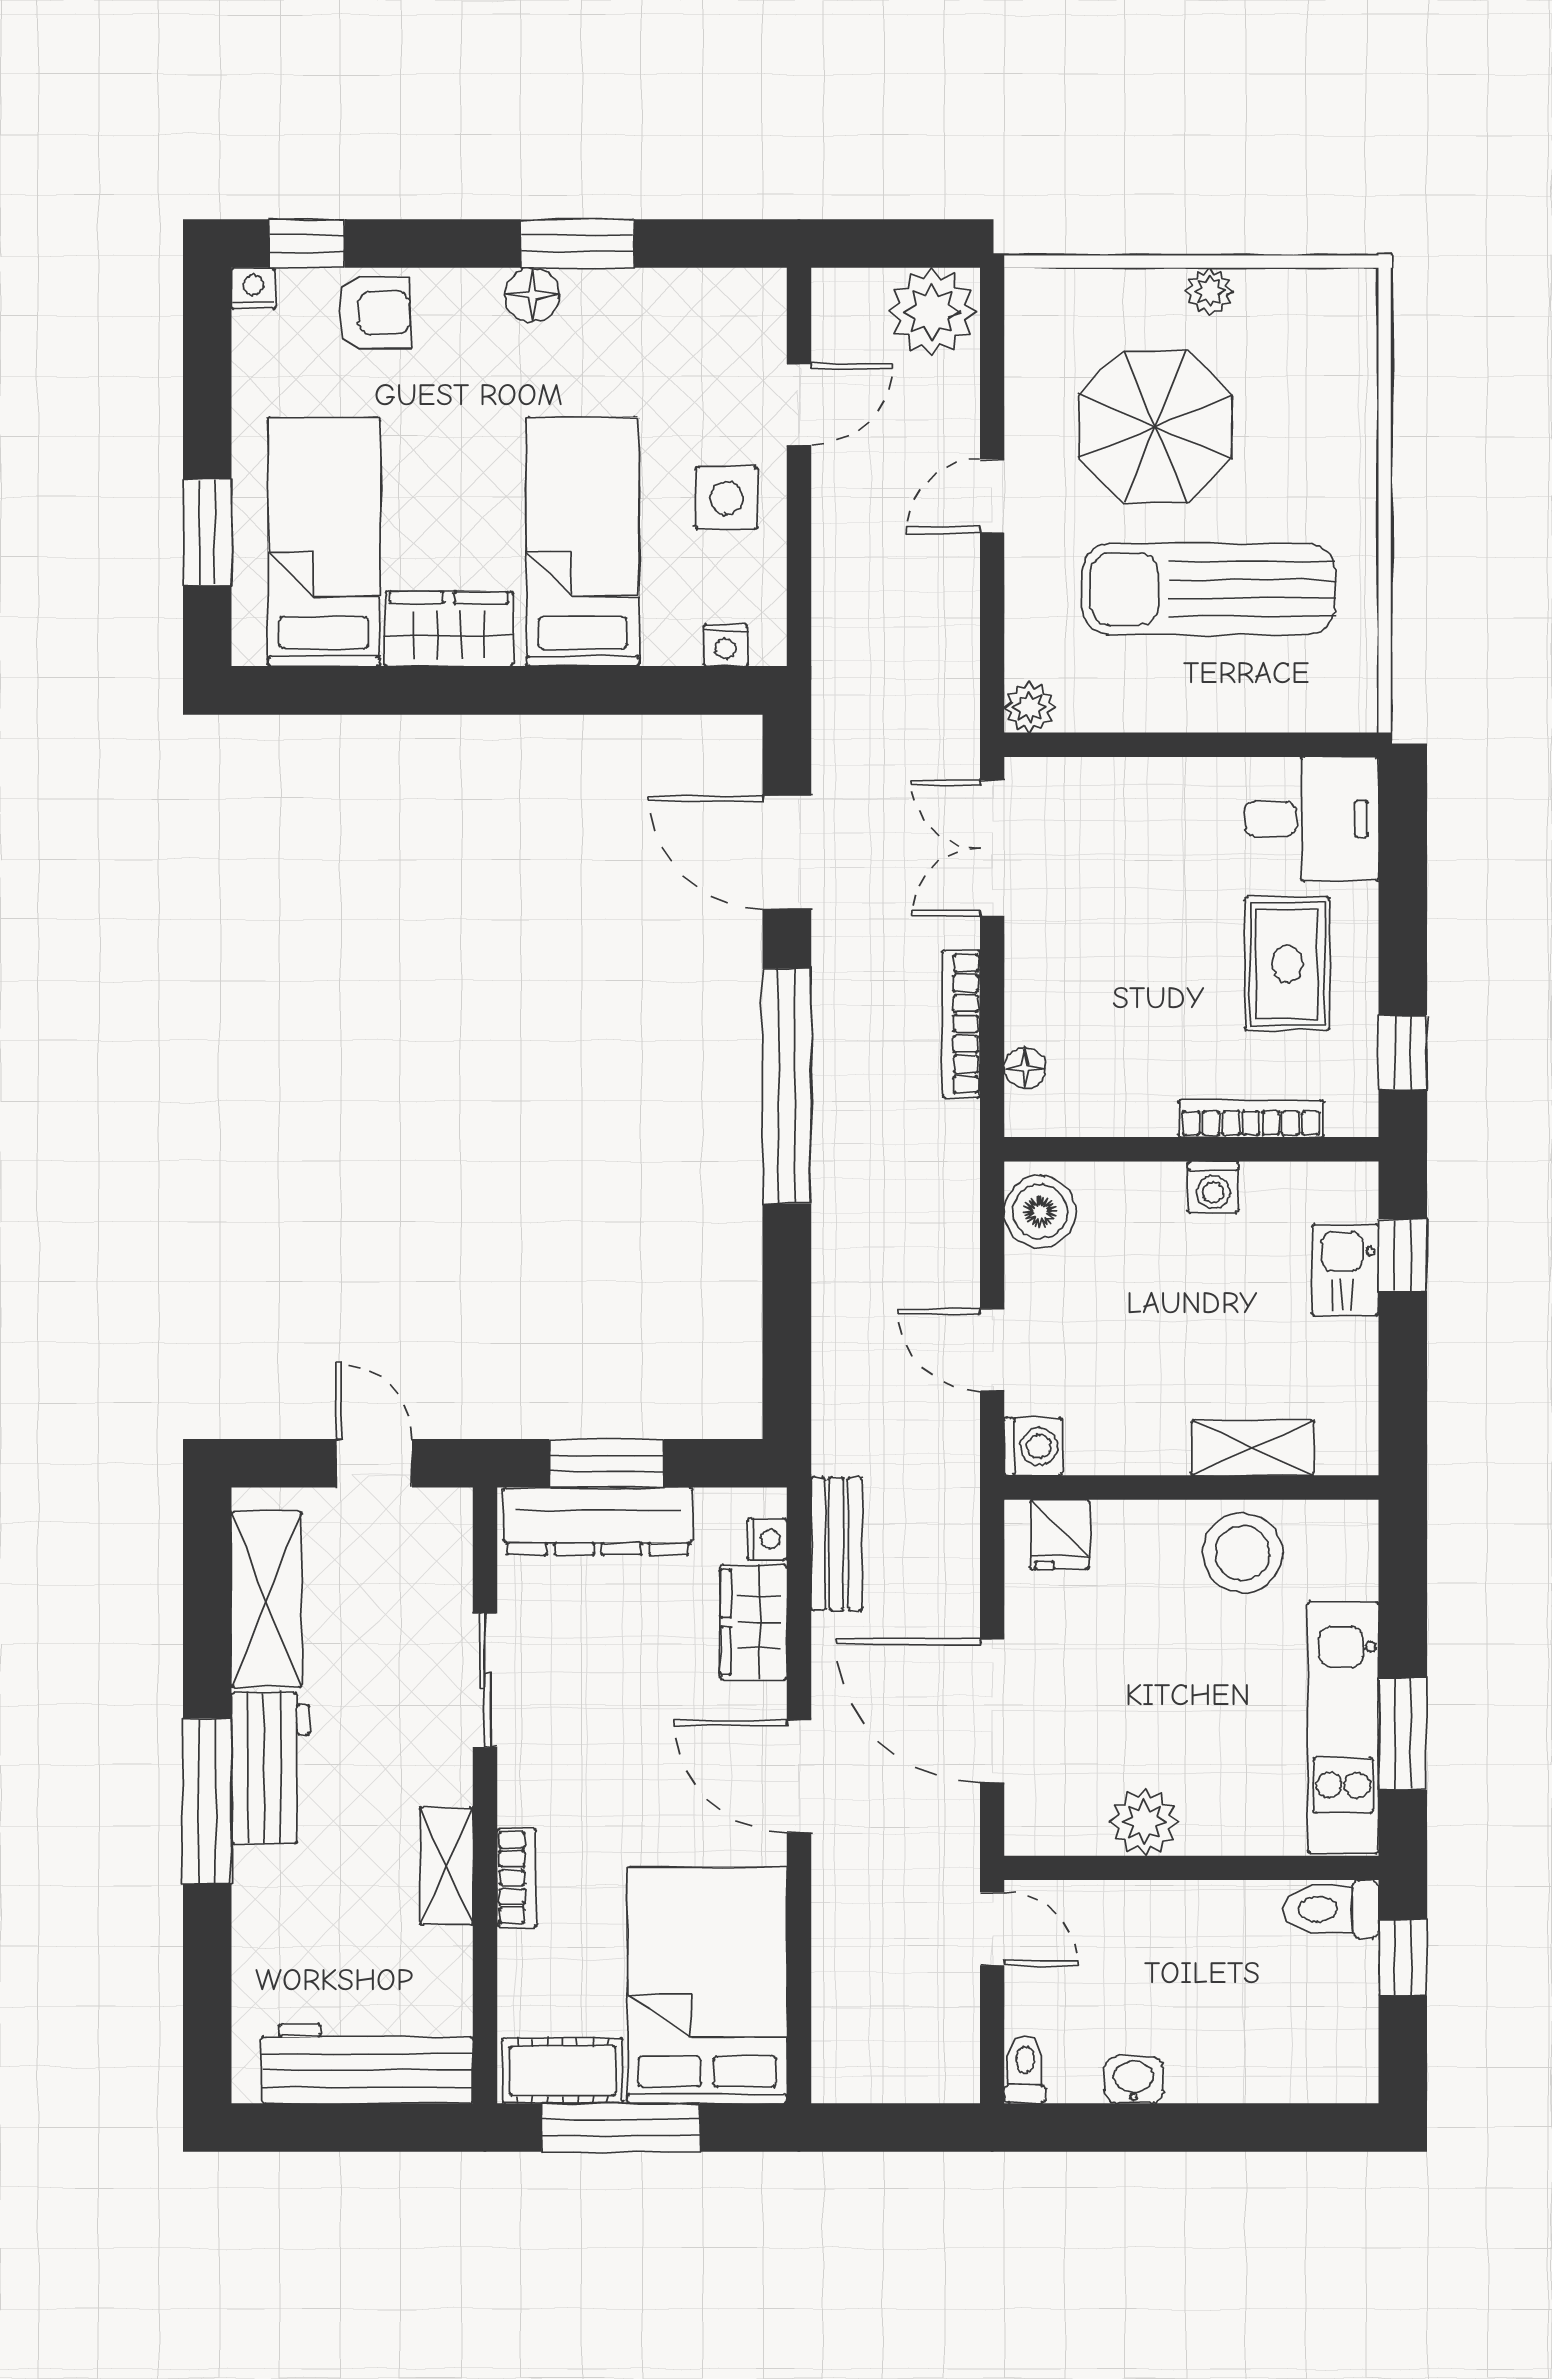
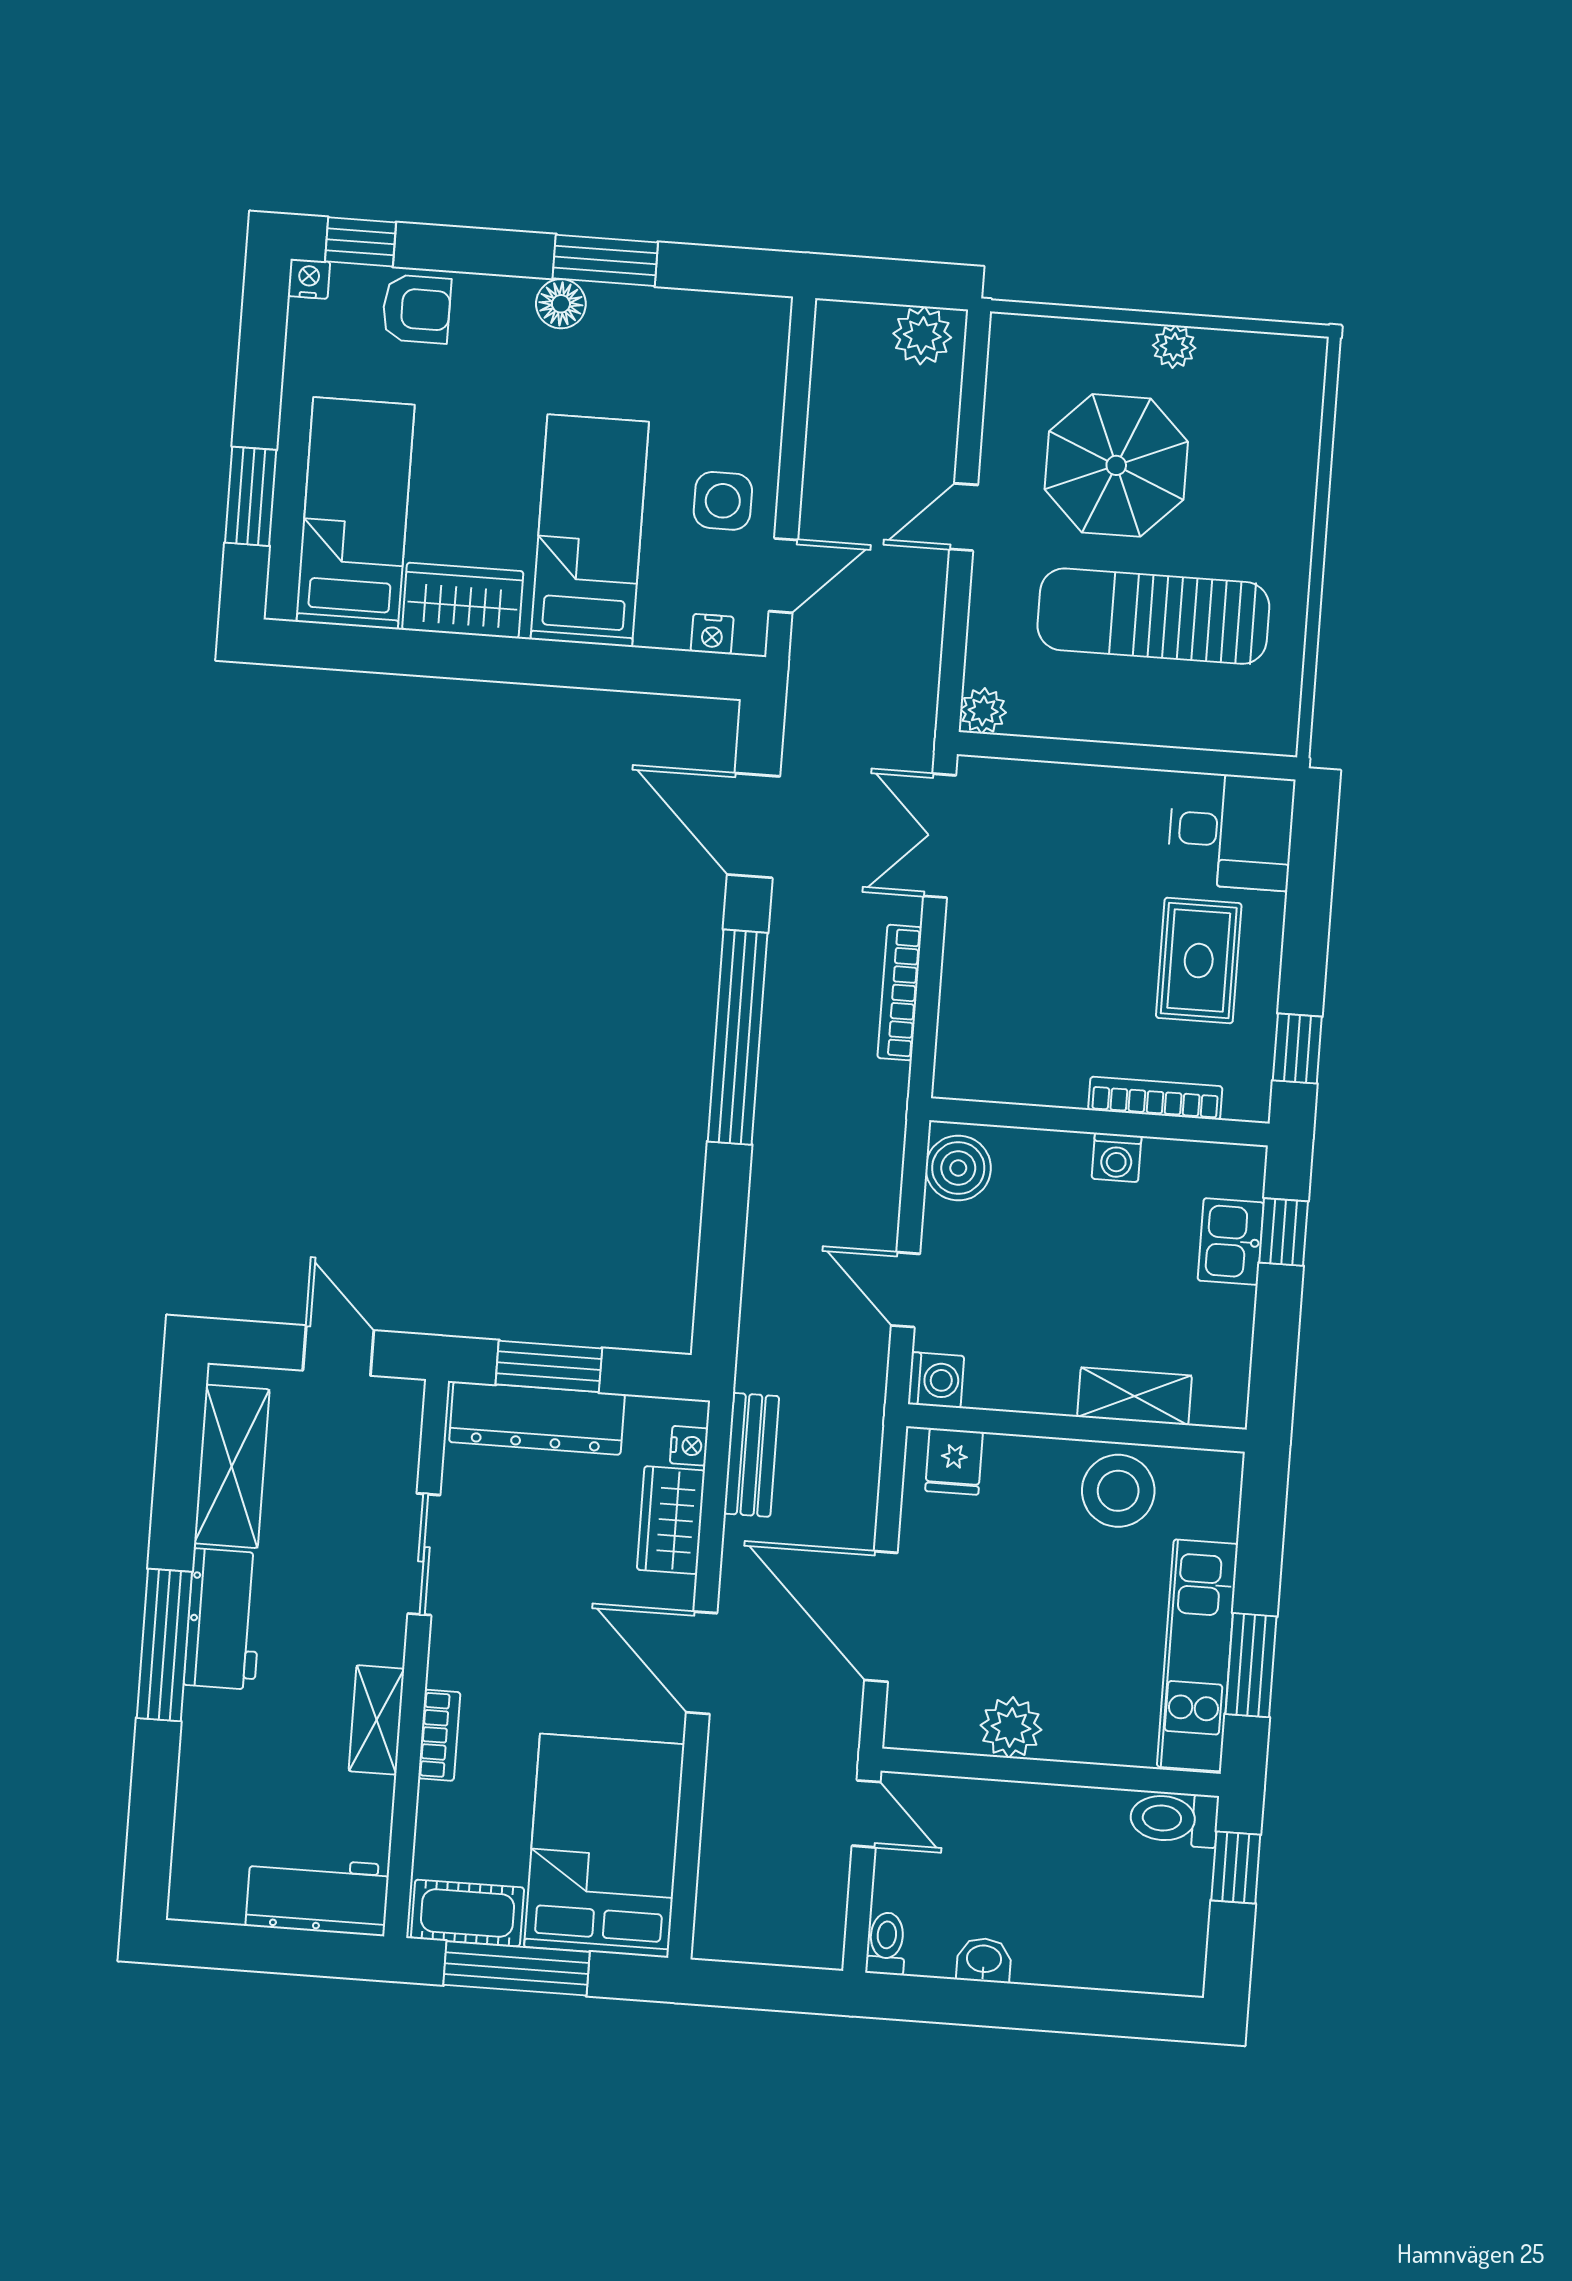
plant: (932, 312) -> (922, 335), width x0.73, depth x0.73
door: (799, 405) -> (783, 576), moved
floor lamp: (1025, 1068) -> (954, 1037), removed
workbench: (367, 2064) -> (317, 1895), width x0.73

